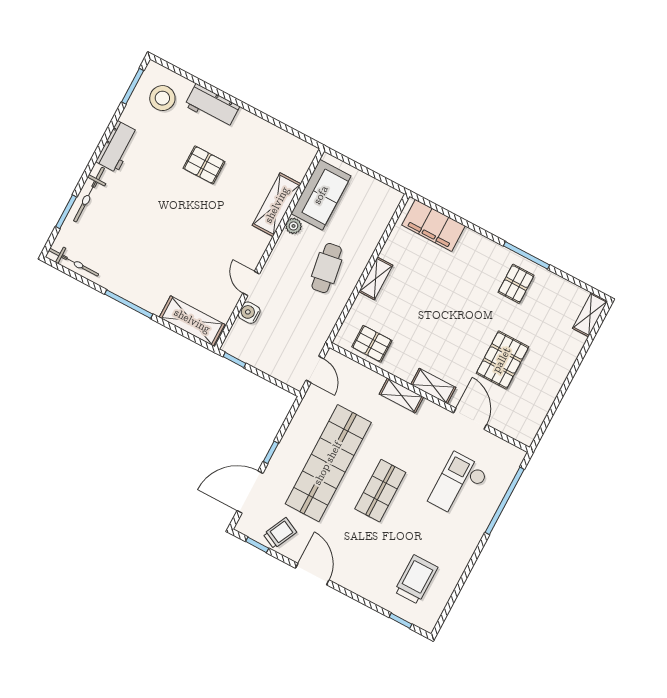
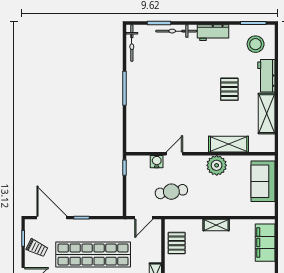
sofa: (321, 195) -> (263, 181), moved, turned 90
plant: (294, 226) -> (217, 165), width x1.87, depth x1.87
cafe table: (327, 268) -> (171, 192), moved
shelving: (192, 321) -> (267, 114), moved

